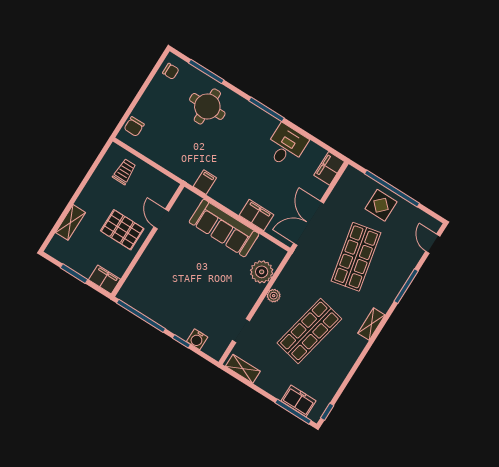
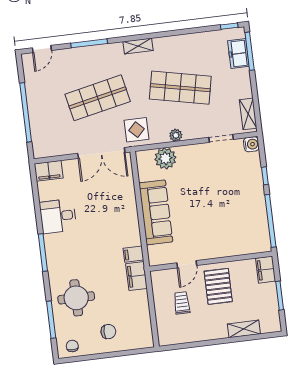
chair: (134, 127) -> (108, 332), moved
trolley: (124, 172) -> (182, 303), moved, turned 90
display table: (381, 205) -> (137, 130), moved
filing cabinet: (256, 215) -> (136, 276), moved
water cooler: (197, 339) -> (251, 144), moved

